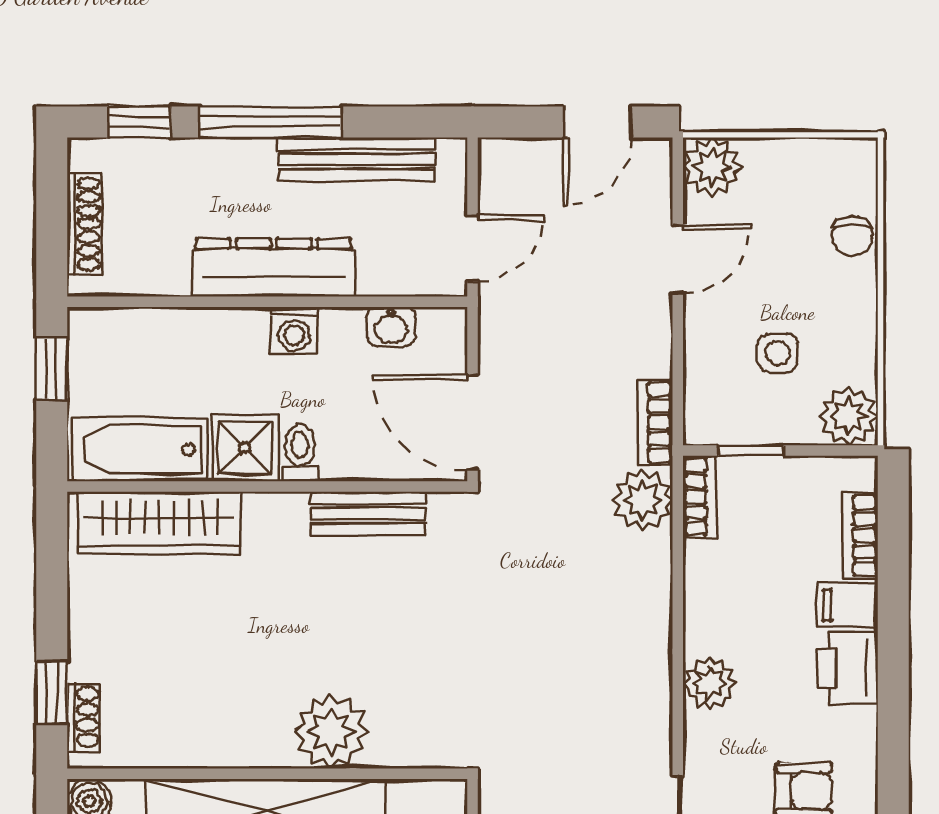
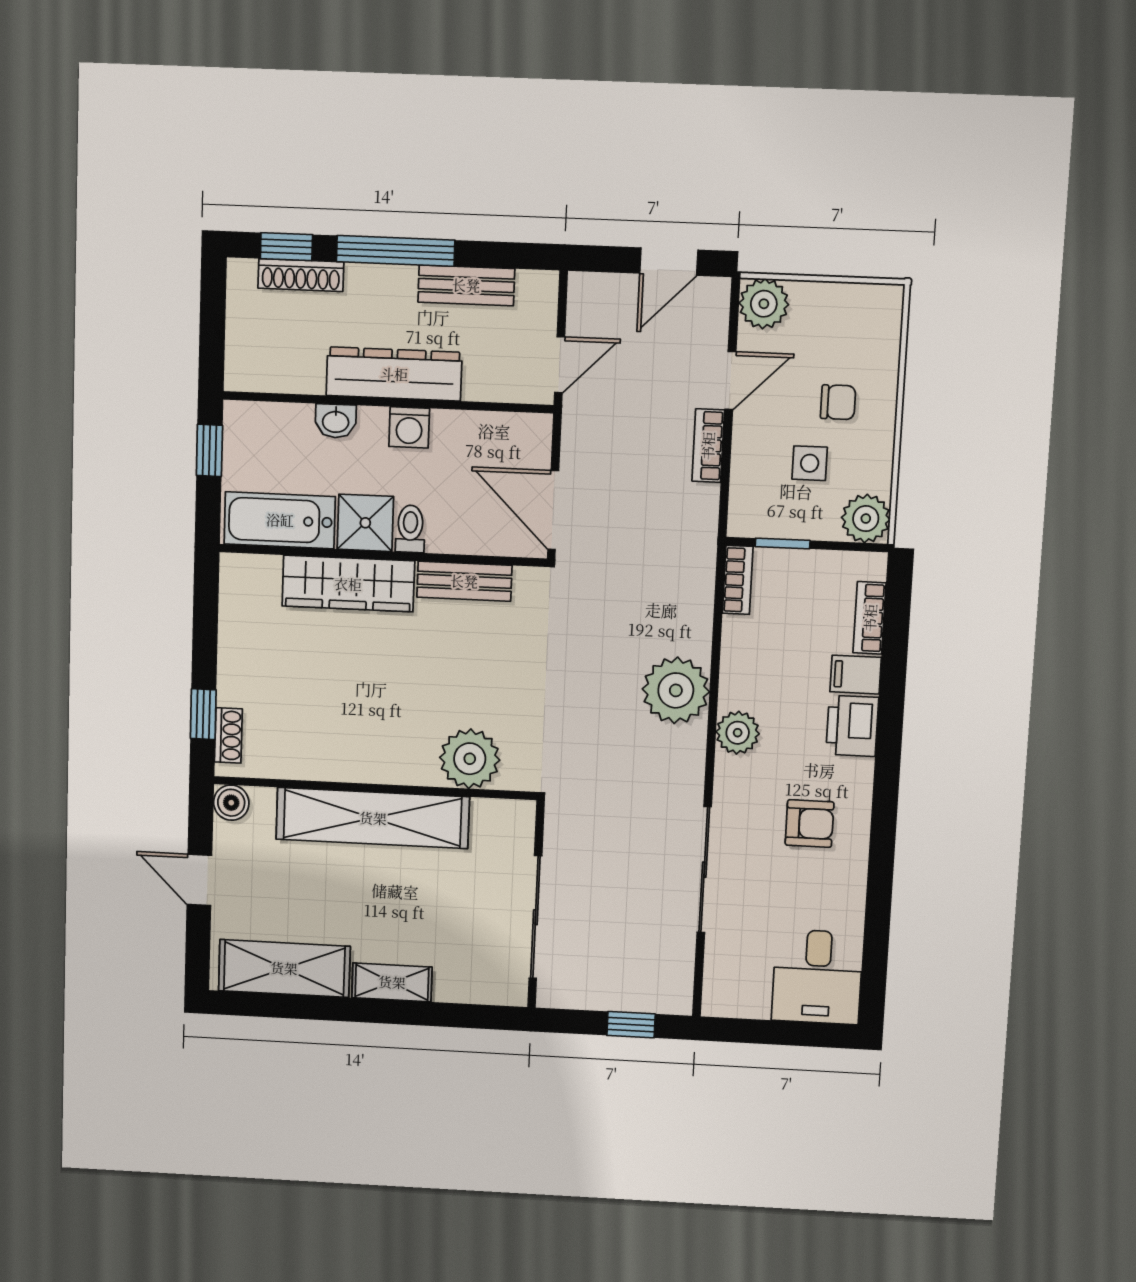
bench: (357, 159) -> (466, 285), width x0.73
shoe rack: (85, 224) -> (301, 275), moved, turned 90
chair: (852, 236) -> (838, 402), moved, turned -90
washbasin: (391, 327) -> (336, 421), moved
bookcase: (655, 422) -> (708, 446), moved
plant: (643, 500) -> (676, 690), moved, width x1.36, depth x1.36
wardrobe: (160, 523) -> (348, 584), moved
plant: (331, 731) -> (470, 759), moved

